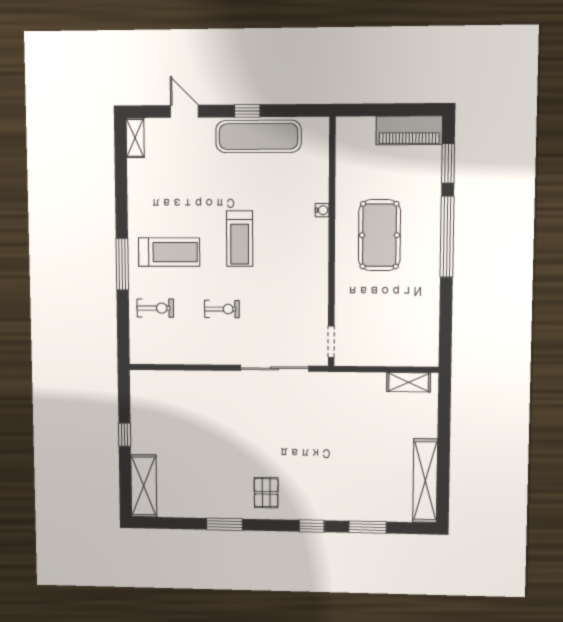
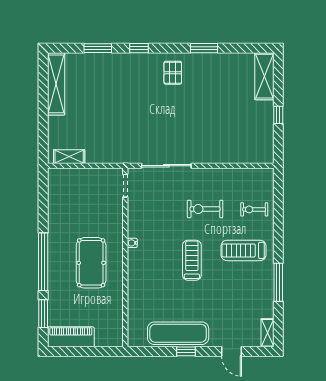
water cooler: (322, 210) -> (132, 243), moved
window: (122, 264) -> (278, 282), moved
exercise bike: (222, 309) -> (205, 209), width x1.38, depth x1.39

